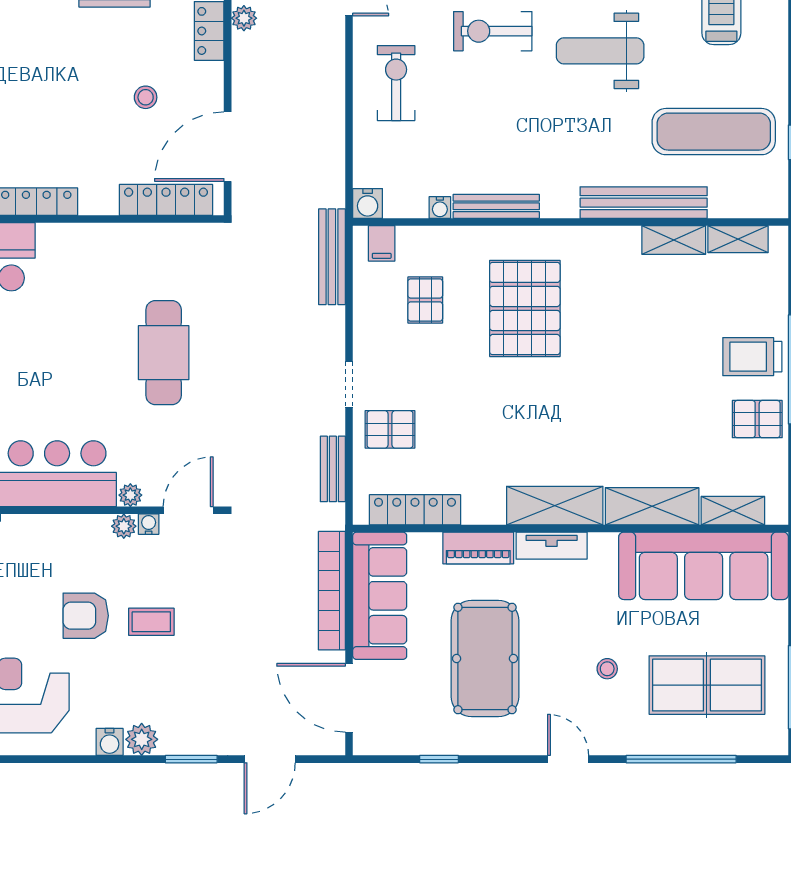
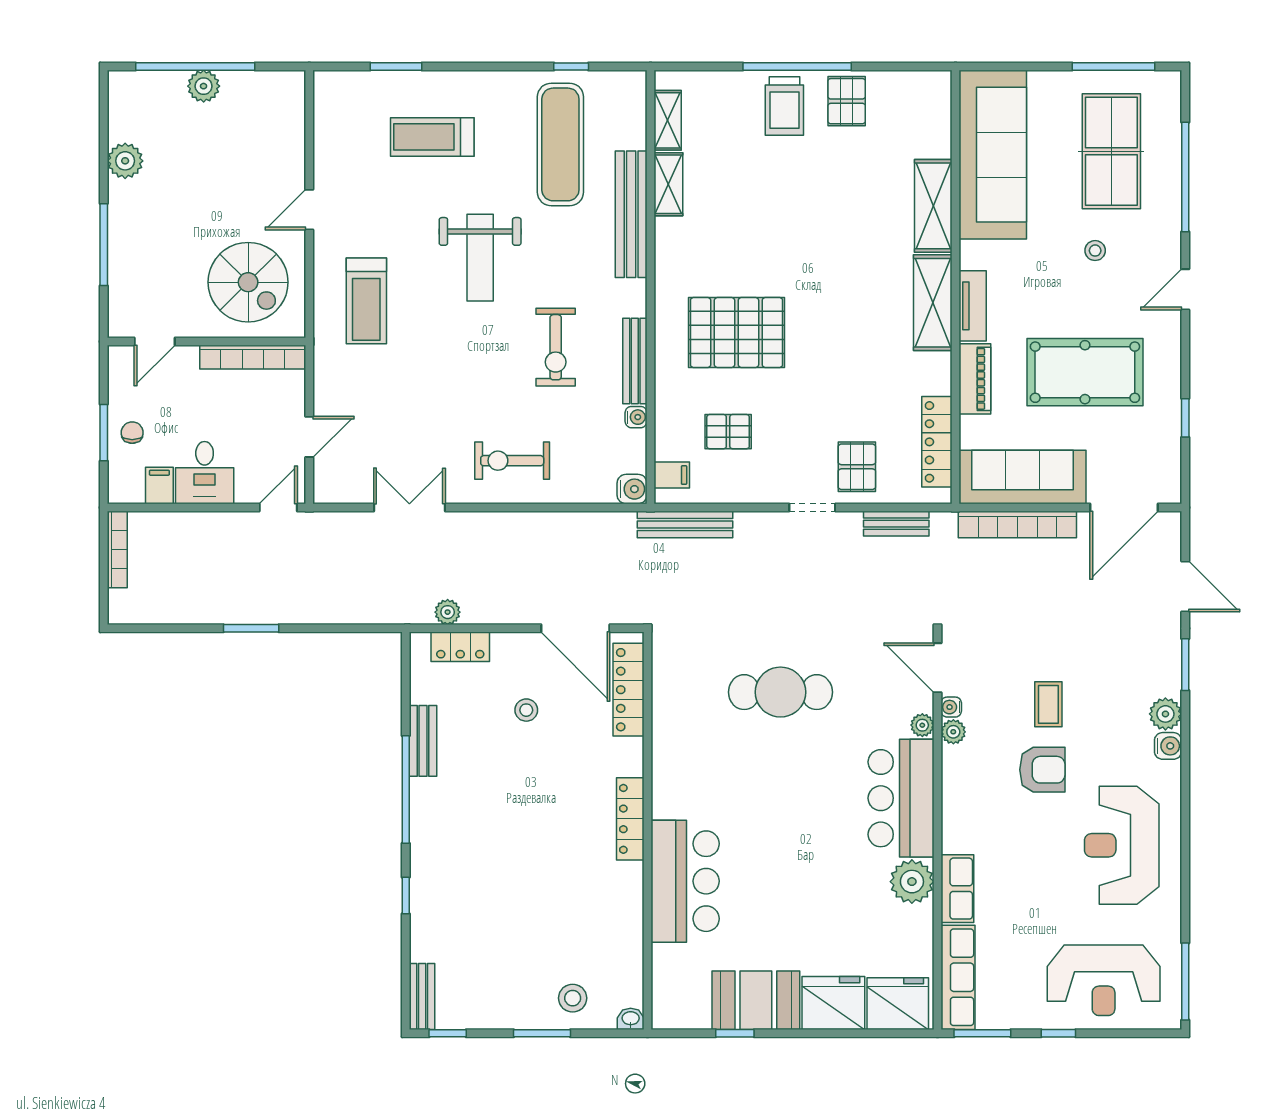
exercise bike: (493, 31) -> (556, 347), moved
shelving: (733, 511) -> (938, 125), removed
armchair: (86, 616) -> (1042, 770), turned -90

